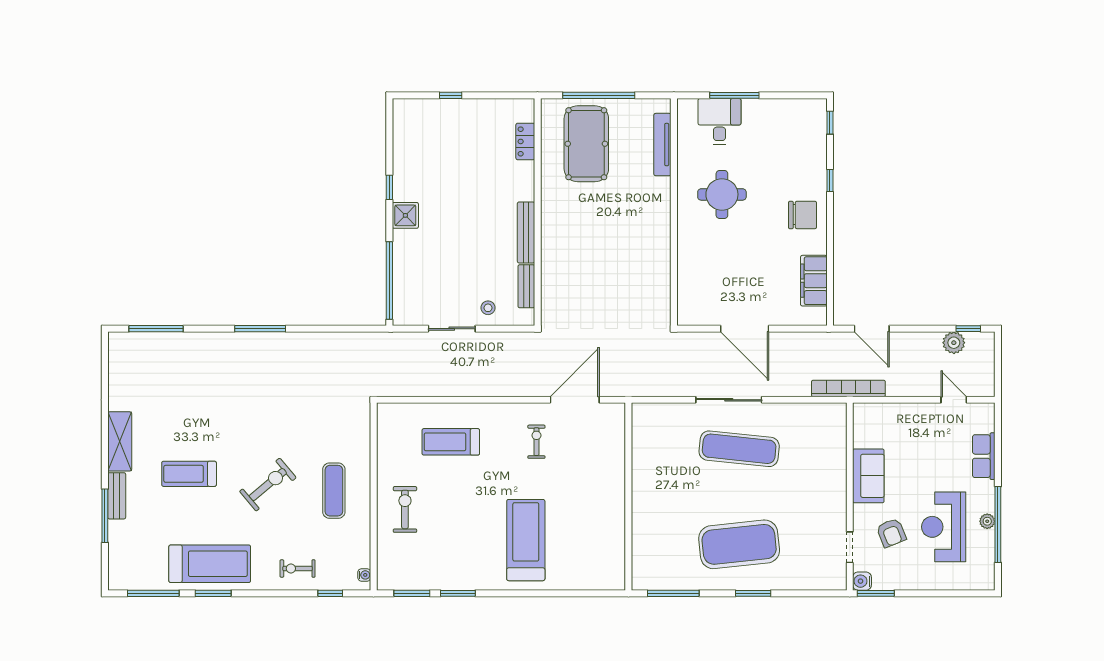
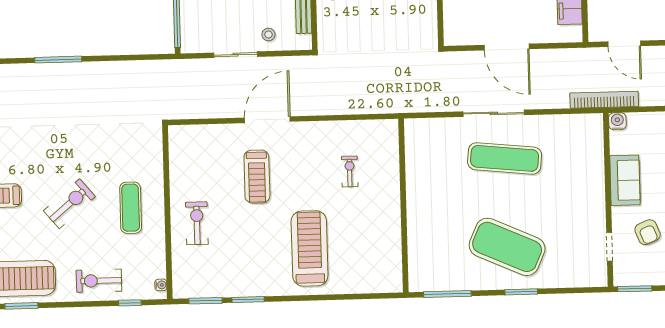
door: (575, 400) -> (267, 120), moved
treadmill: (451, 442) -> (257, 177), moved, turned -90
exercise bike: (536, 442) -> (350, 171), moved
exercise mat: (739, 544) -> (507, 247), turned 30
exercise bike: (298, 568) -> (99, 281), width x1.38, depth x1.39
water cooler: (862, 581) -> (617, 121), moved, turned 90

